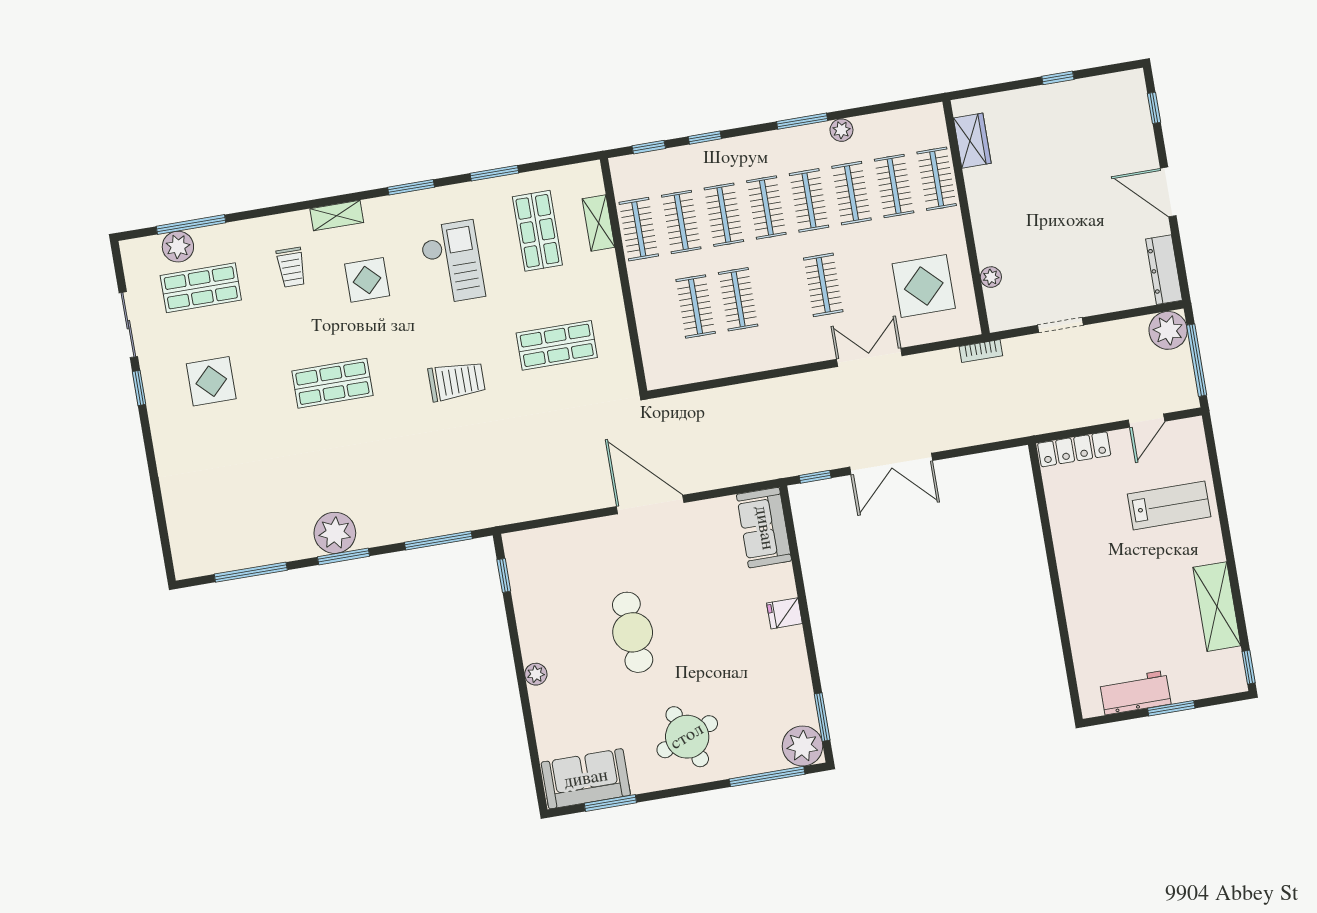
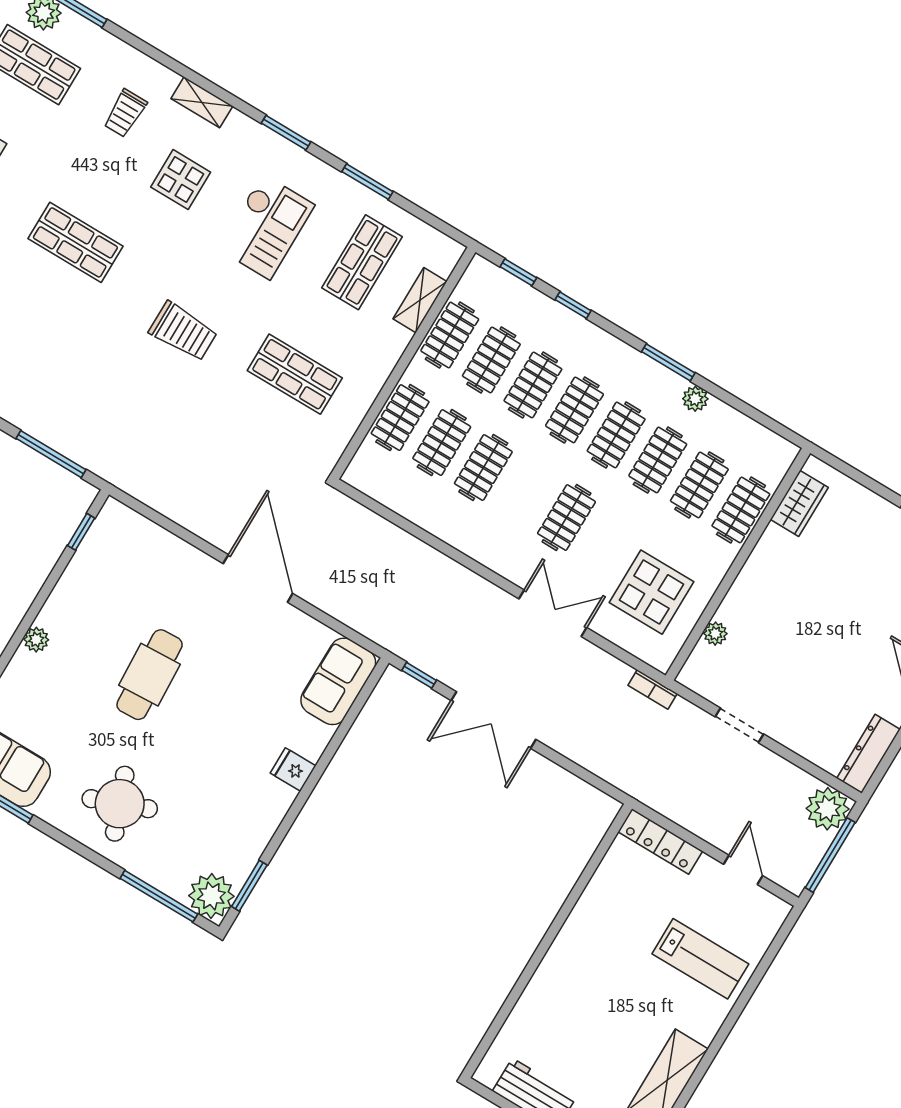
clothes rail: (653, 314) -> (400, 418), added
door: (1147, 421) -> (743, 870), swing flipped

